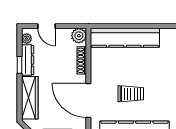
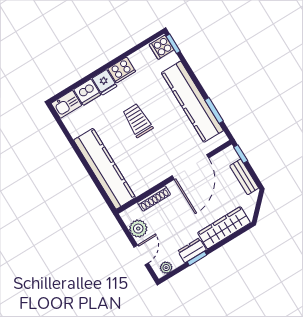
plant: (79, 36) -> (138, 229), moved
dresser: (28, 60) -> (192, 250), width x0.70
trolley: (131, 94) -> (138, 120), moved

